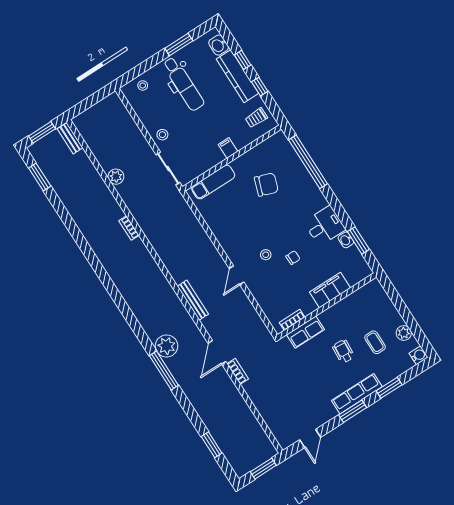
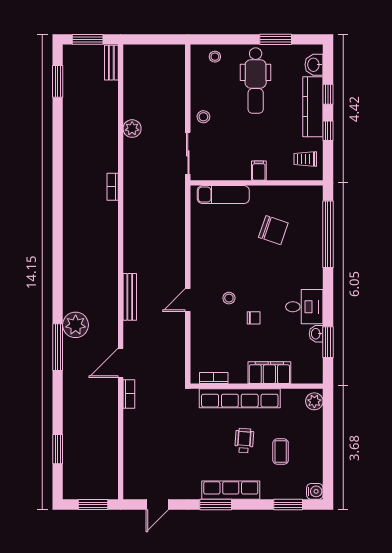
row of seats: (306, 332) -> (240, 398), width x2.02
plant: (404, 333) -> (314, 401), moved
window: (389, 388) -> (288, 505), moved

